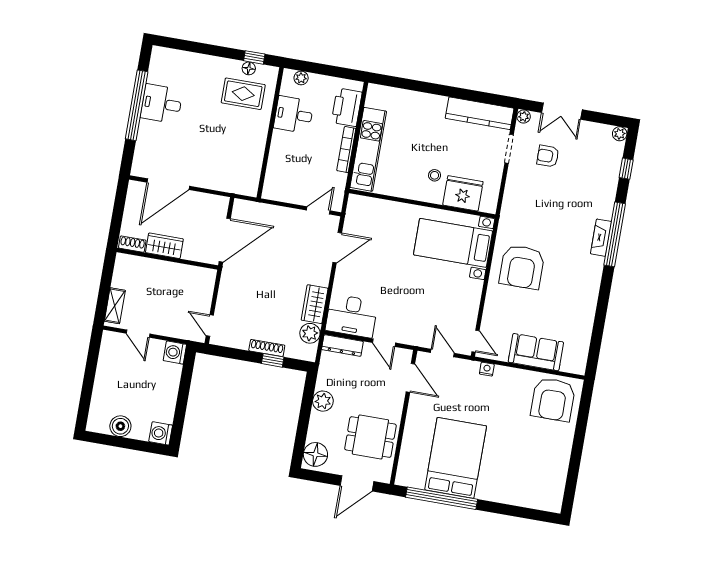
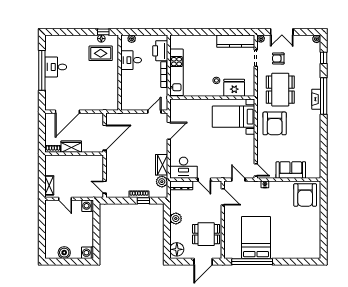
dining table: (542, 210) -> (280, 90), added

